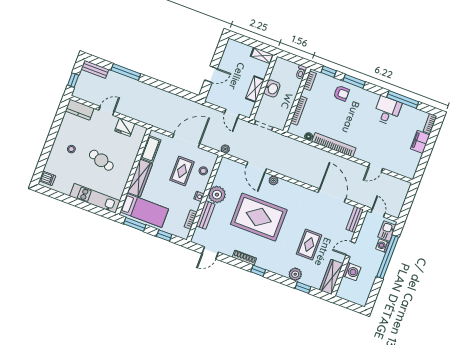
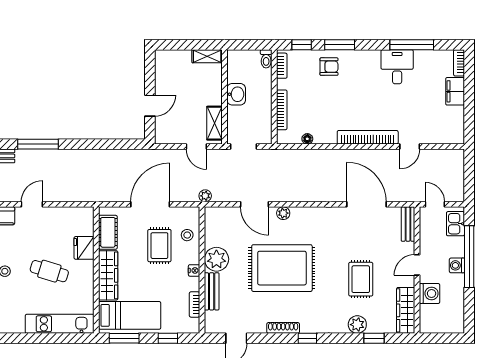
shelving: (255, 89) -> (214, 123), moved
fridge: (125, 127) -> (84, 248), moved, turned 90
bookcase: (334, 145) -> (368, 137), moved
washing machine: (382, 246) -> (457, 265), moved

